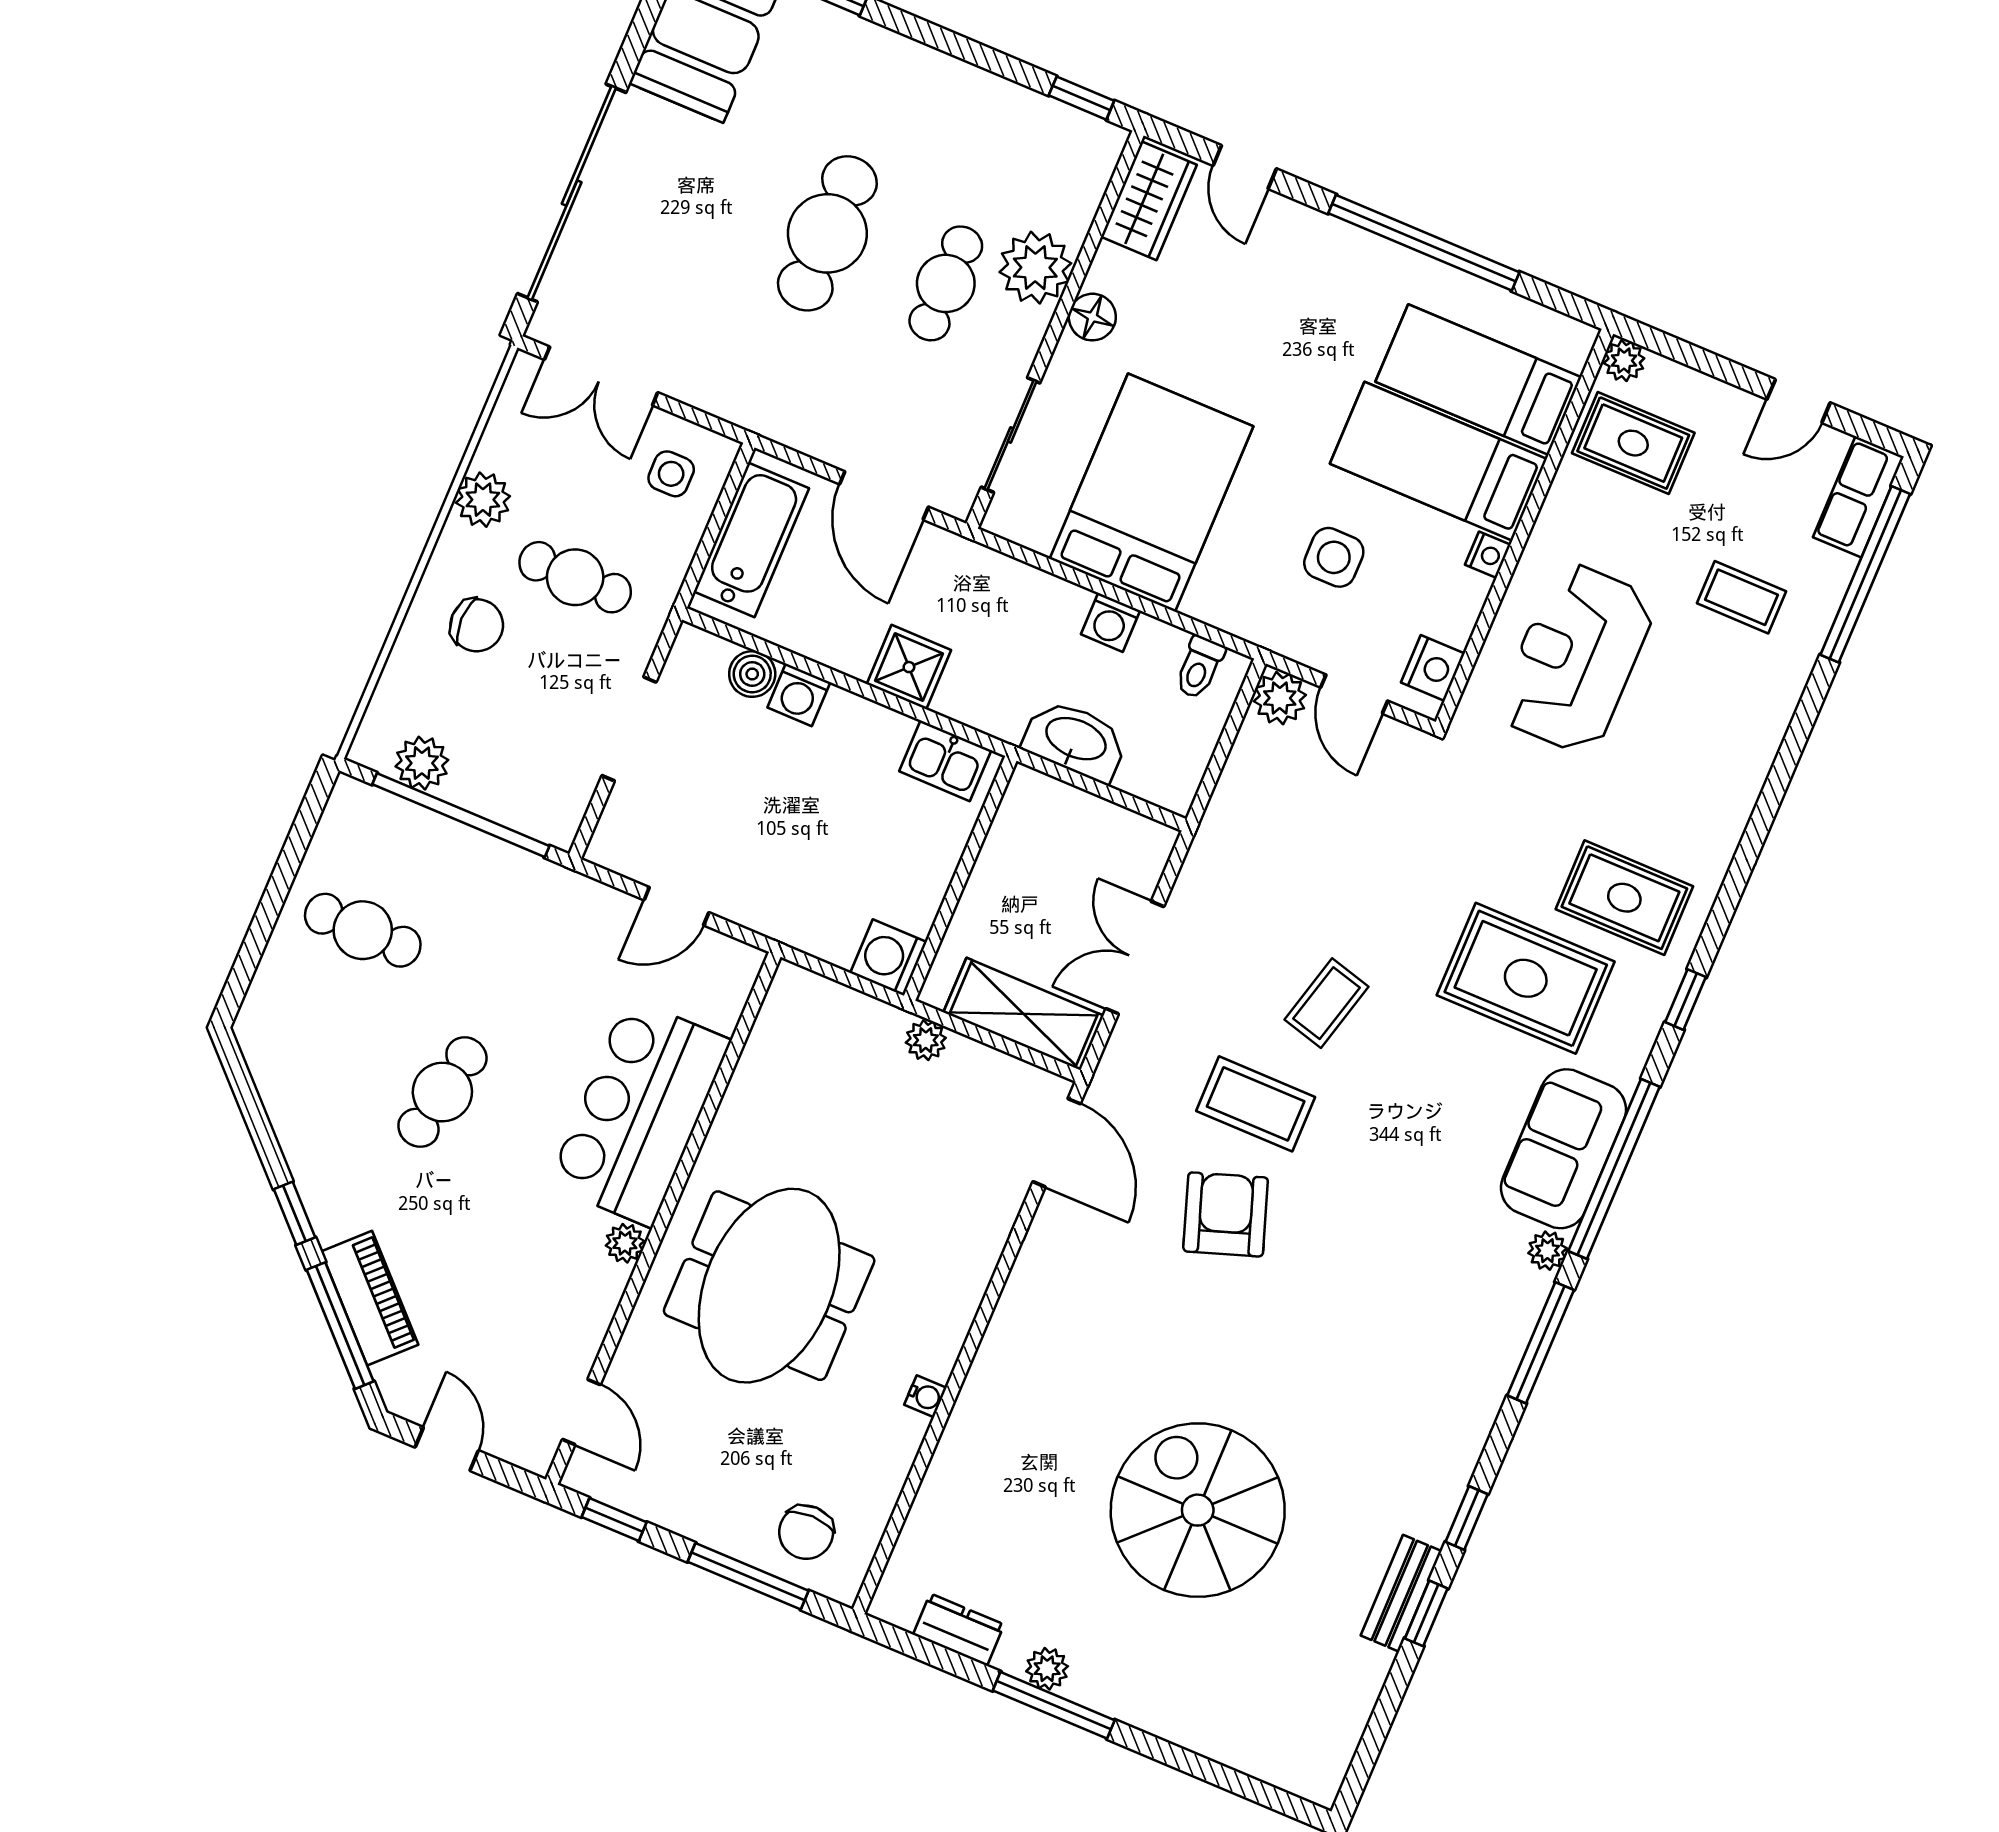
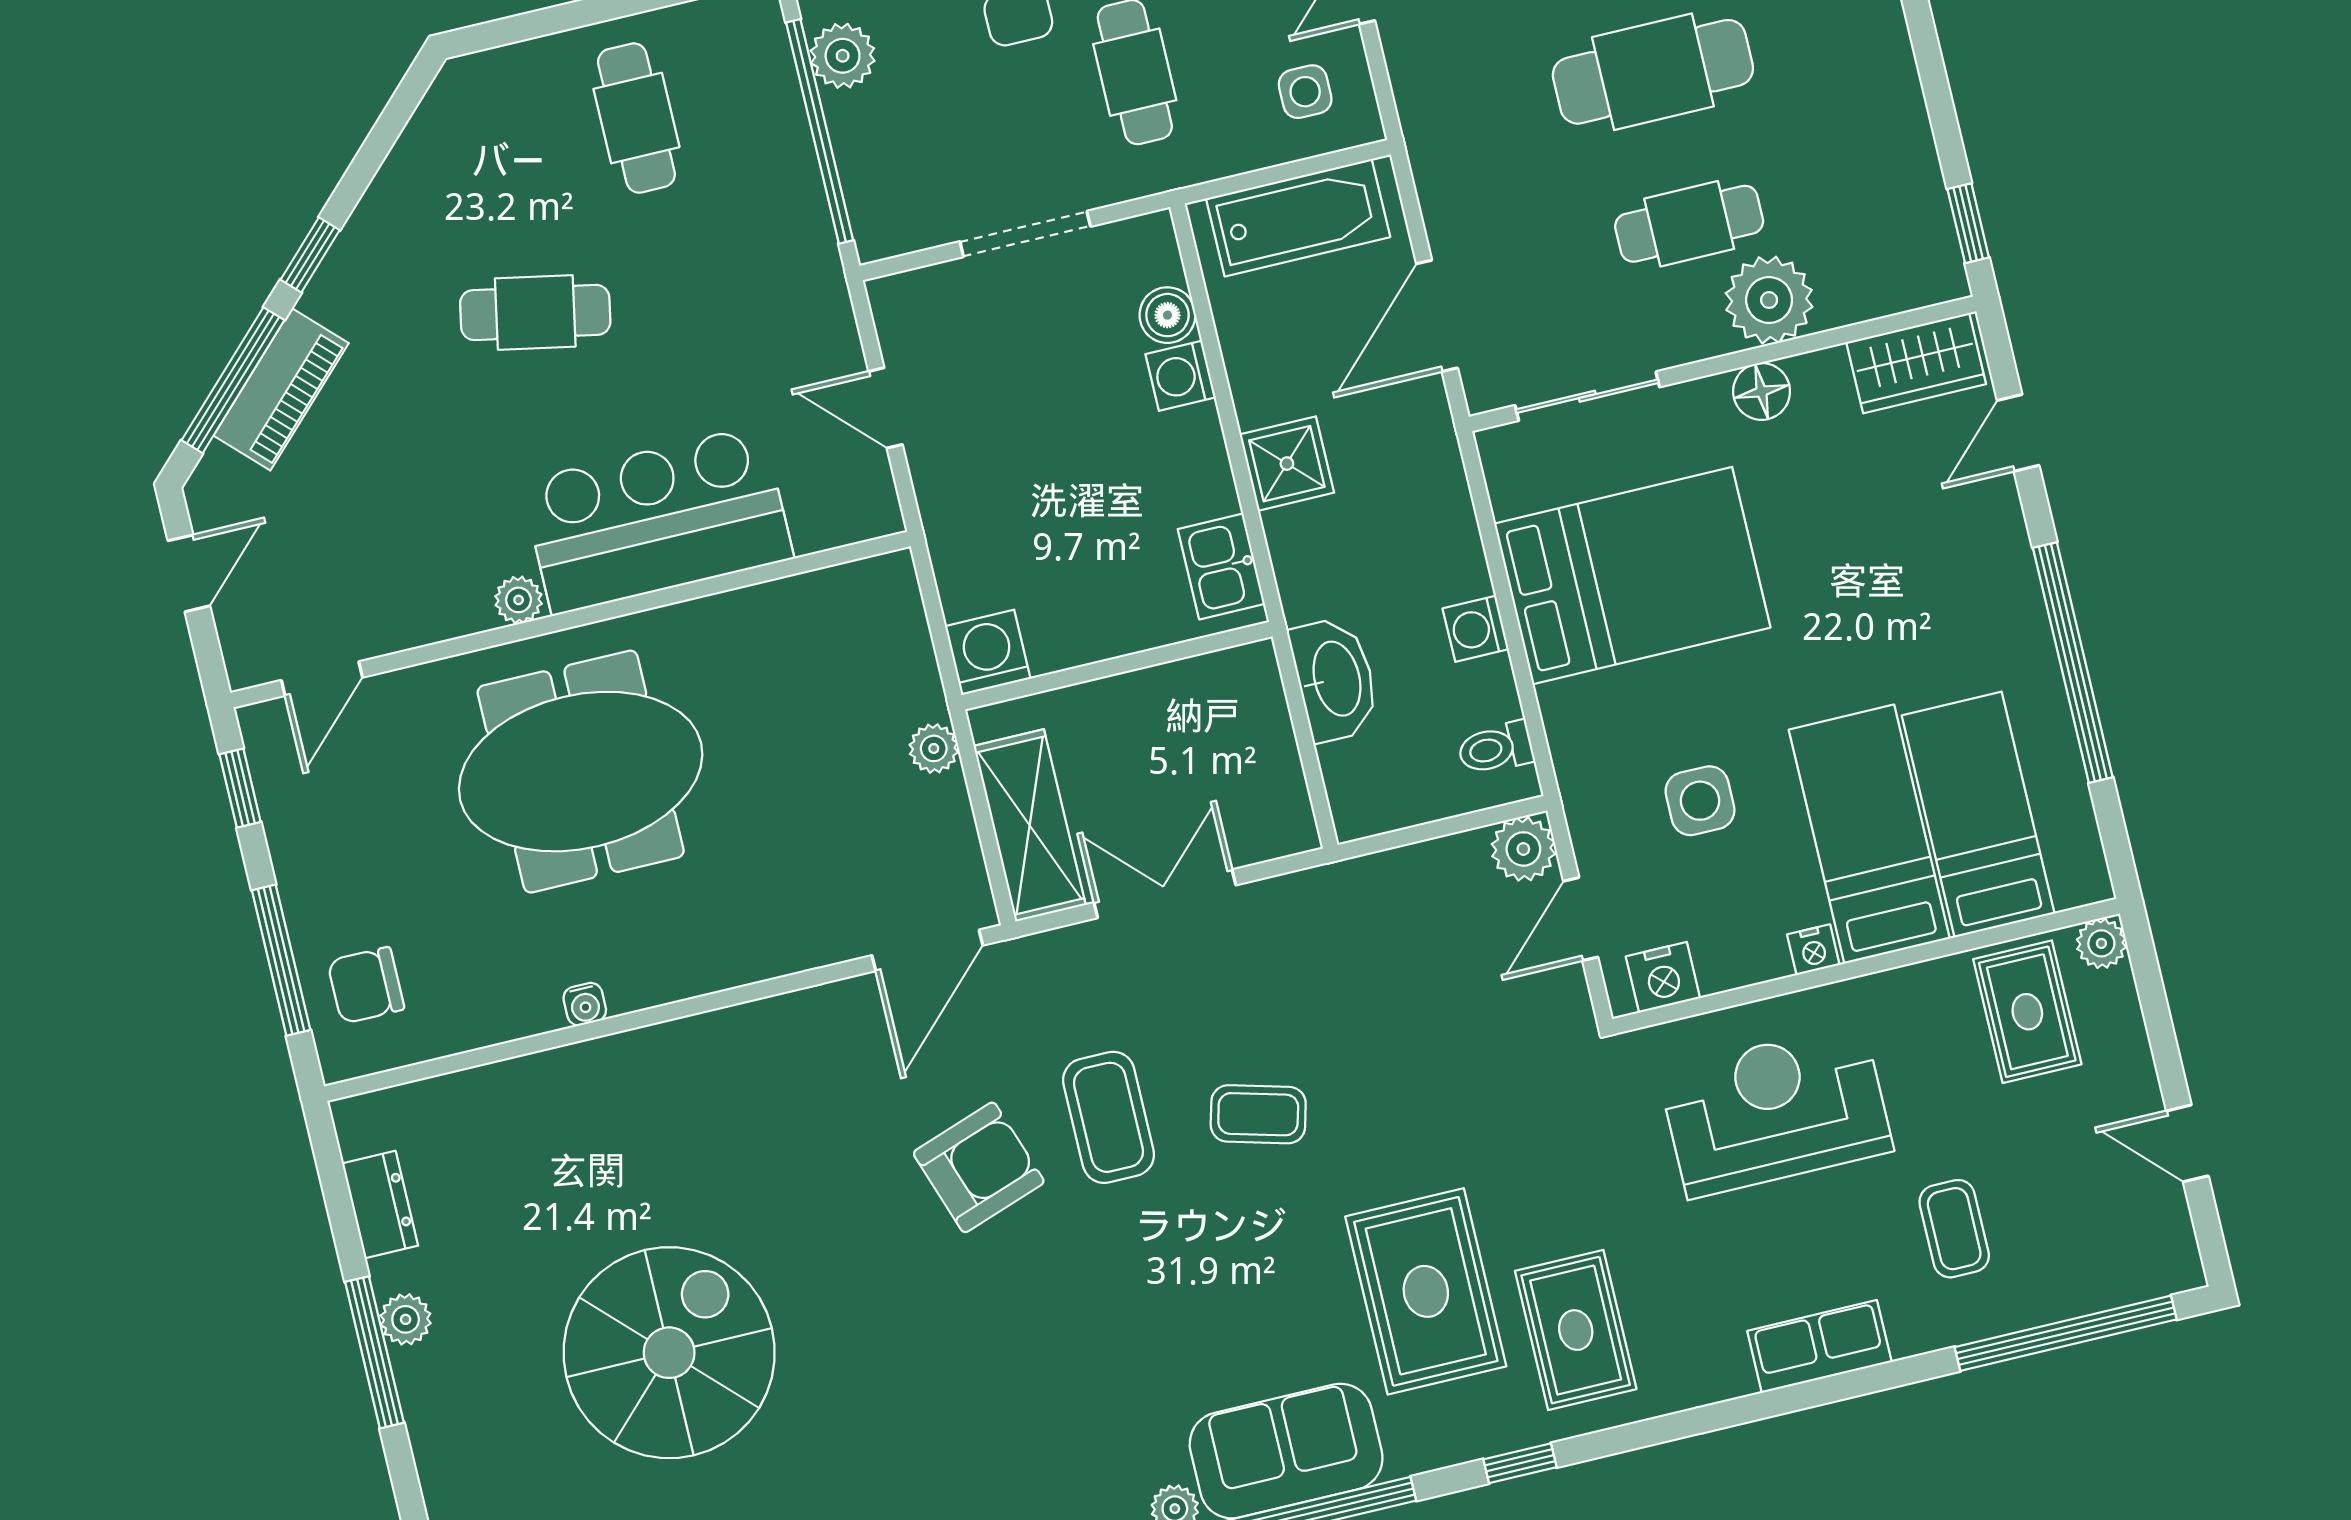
row of seats: (1858, 497) -> (1819, 1346), moved

